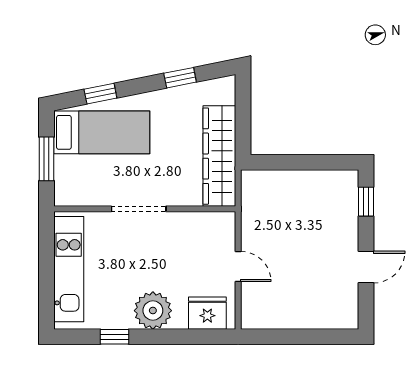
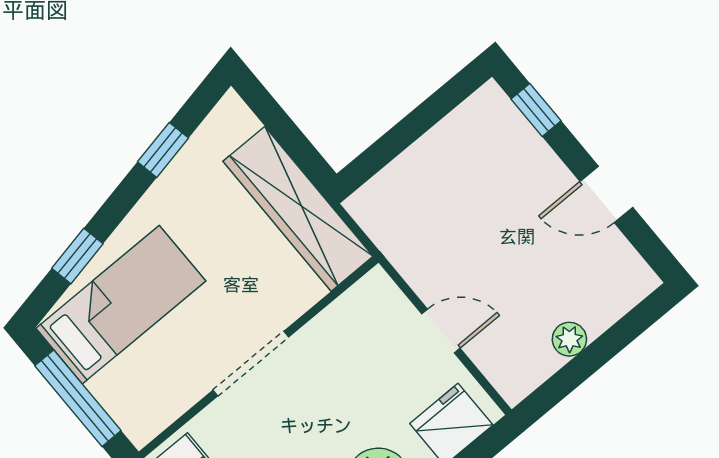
window: (46, 159) -> (78, 398), width x1.44
door: (366, 267) -> (606, 194), swing flipped
plant: (294, 319) -> (569, 339), added

